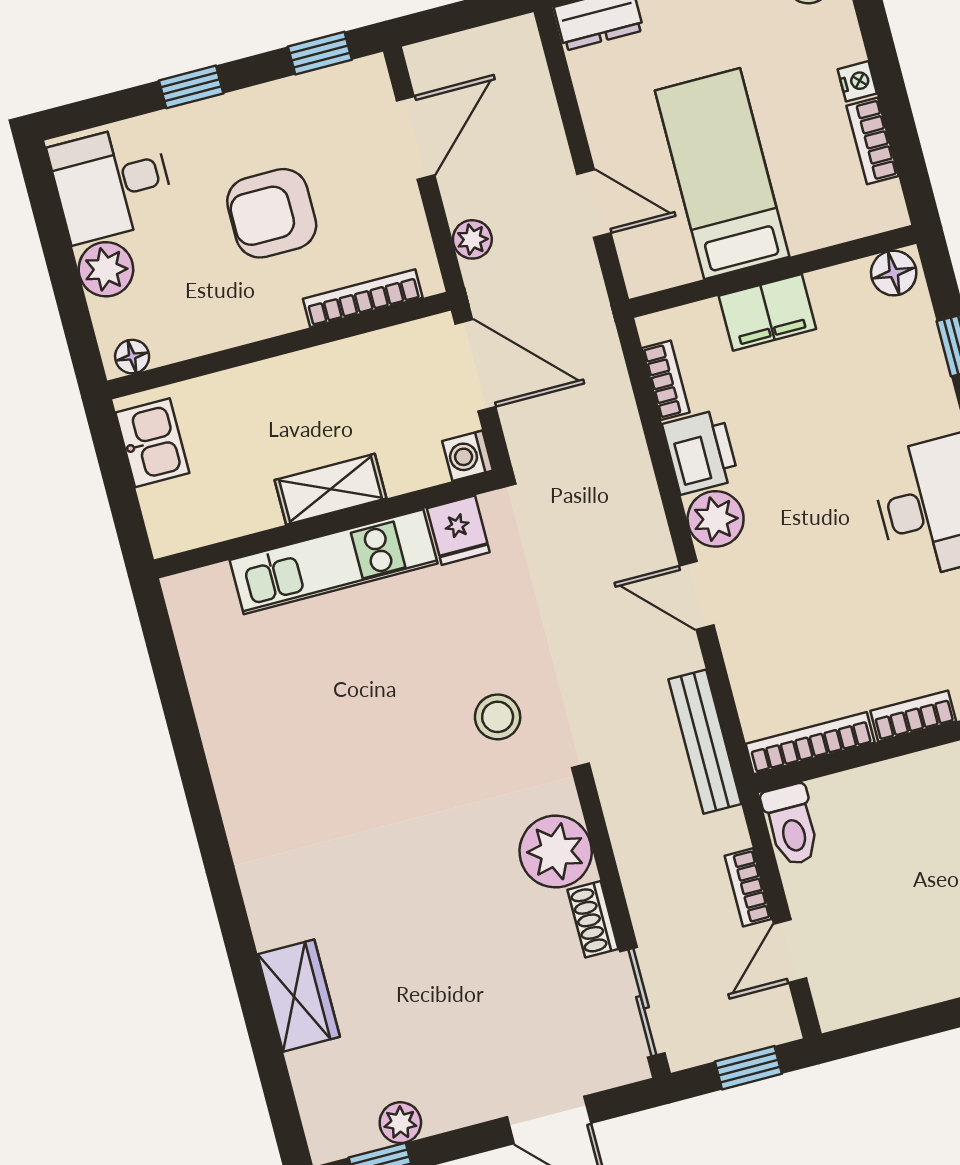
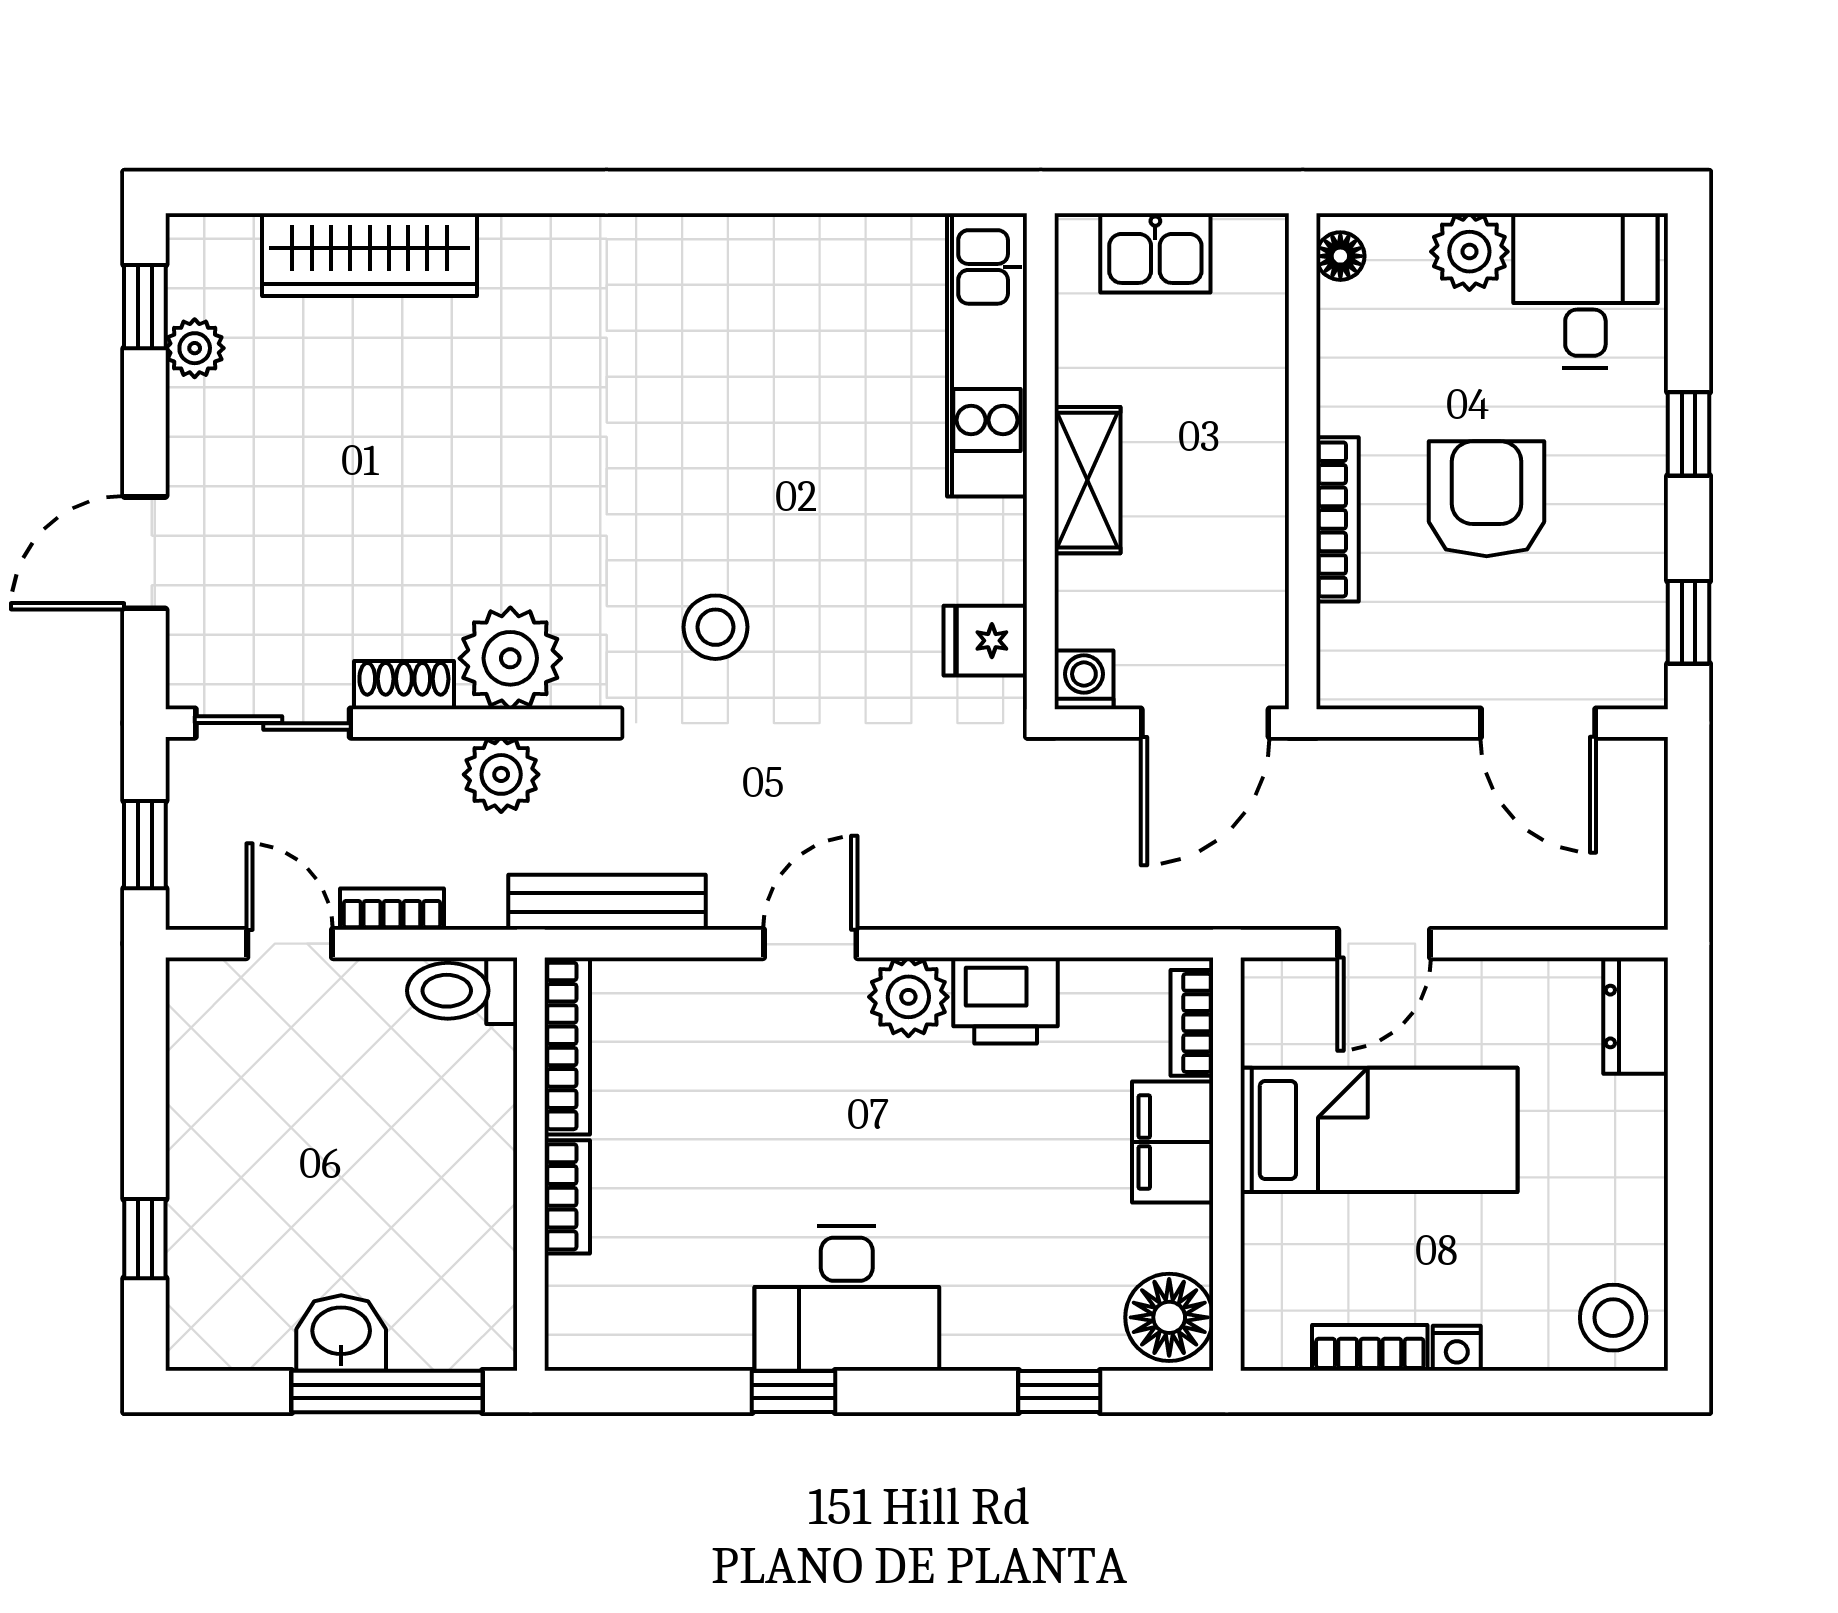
plant: (472, 239) -> (501, 774), moved, width x1.38, depth x1.38
floor lamp: (894, 273) -> (1169, 1317), width x1.38, depth x1.38
bookcase: (363, 298) -> (1337, 519), moved
bookcase: (666, 380) -> (1192, 1023), moved, turned 90
kitchen sink: (152, 443) -> (1155, 253), moved
kitchen unit: (334, 562) -> (987, 355), moved
wardrobe: (299, 996) -> (370, 255), width x1.50

